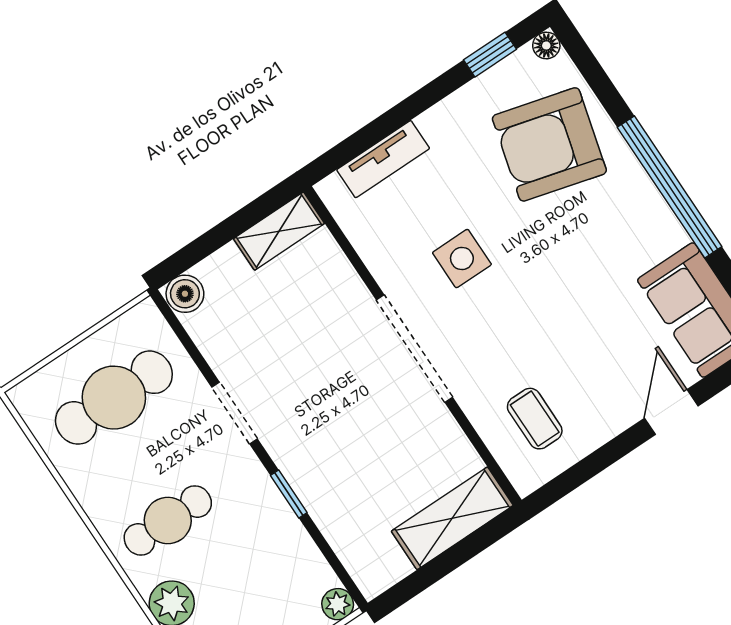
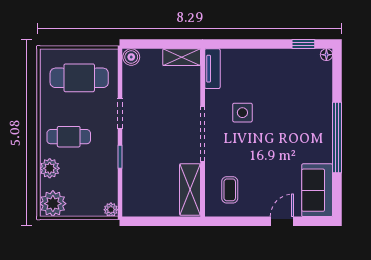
armchair: (549, 144) -> (303, 92), removed
tv unit: (383, 159) -> (212, 69), moved, turned -90
shelving: (452, 518) -> (190, 190), moved, turned 90

